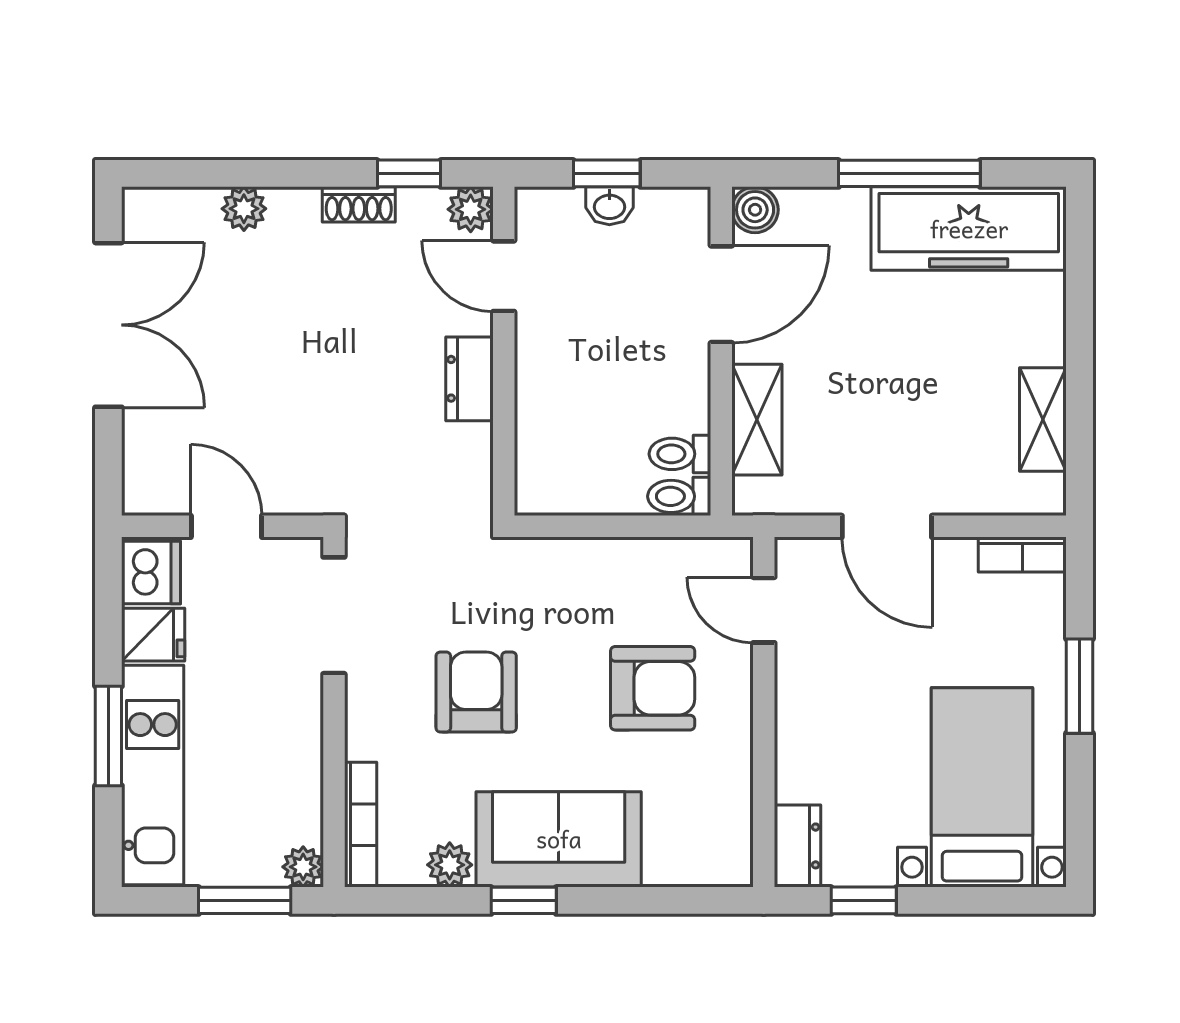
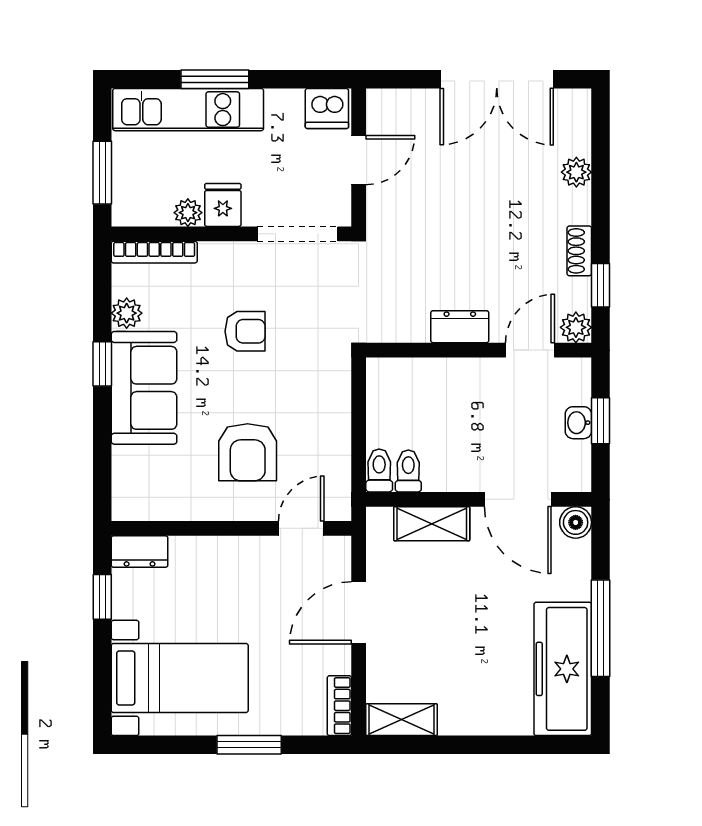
shelving: (1043, 420) -> (401, 720), moved
fridge: (153, 635) -> (223, 205), moved, turned 180
armchair: (476, 692) -> (245, 331), width x0.72, depth x0.72
plant: (303, 867) -> (188, 213), moved

